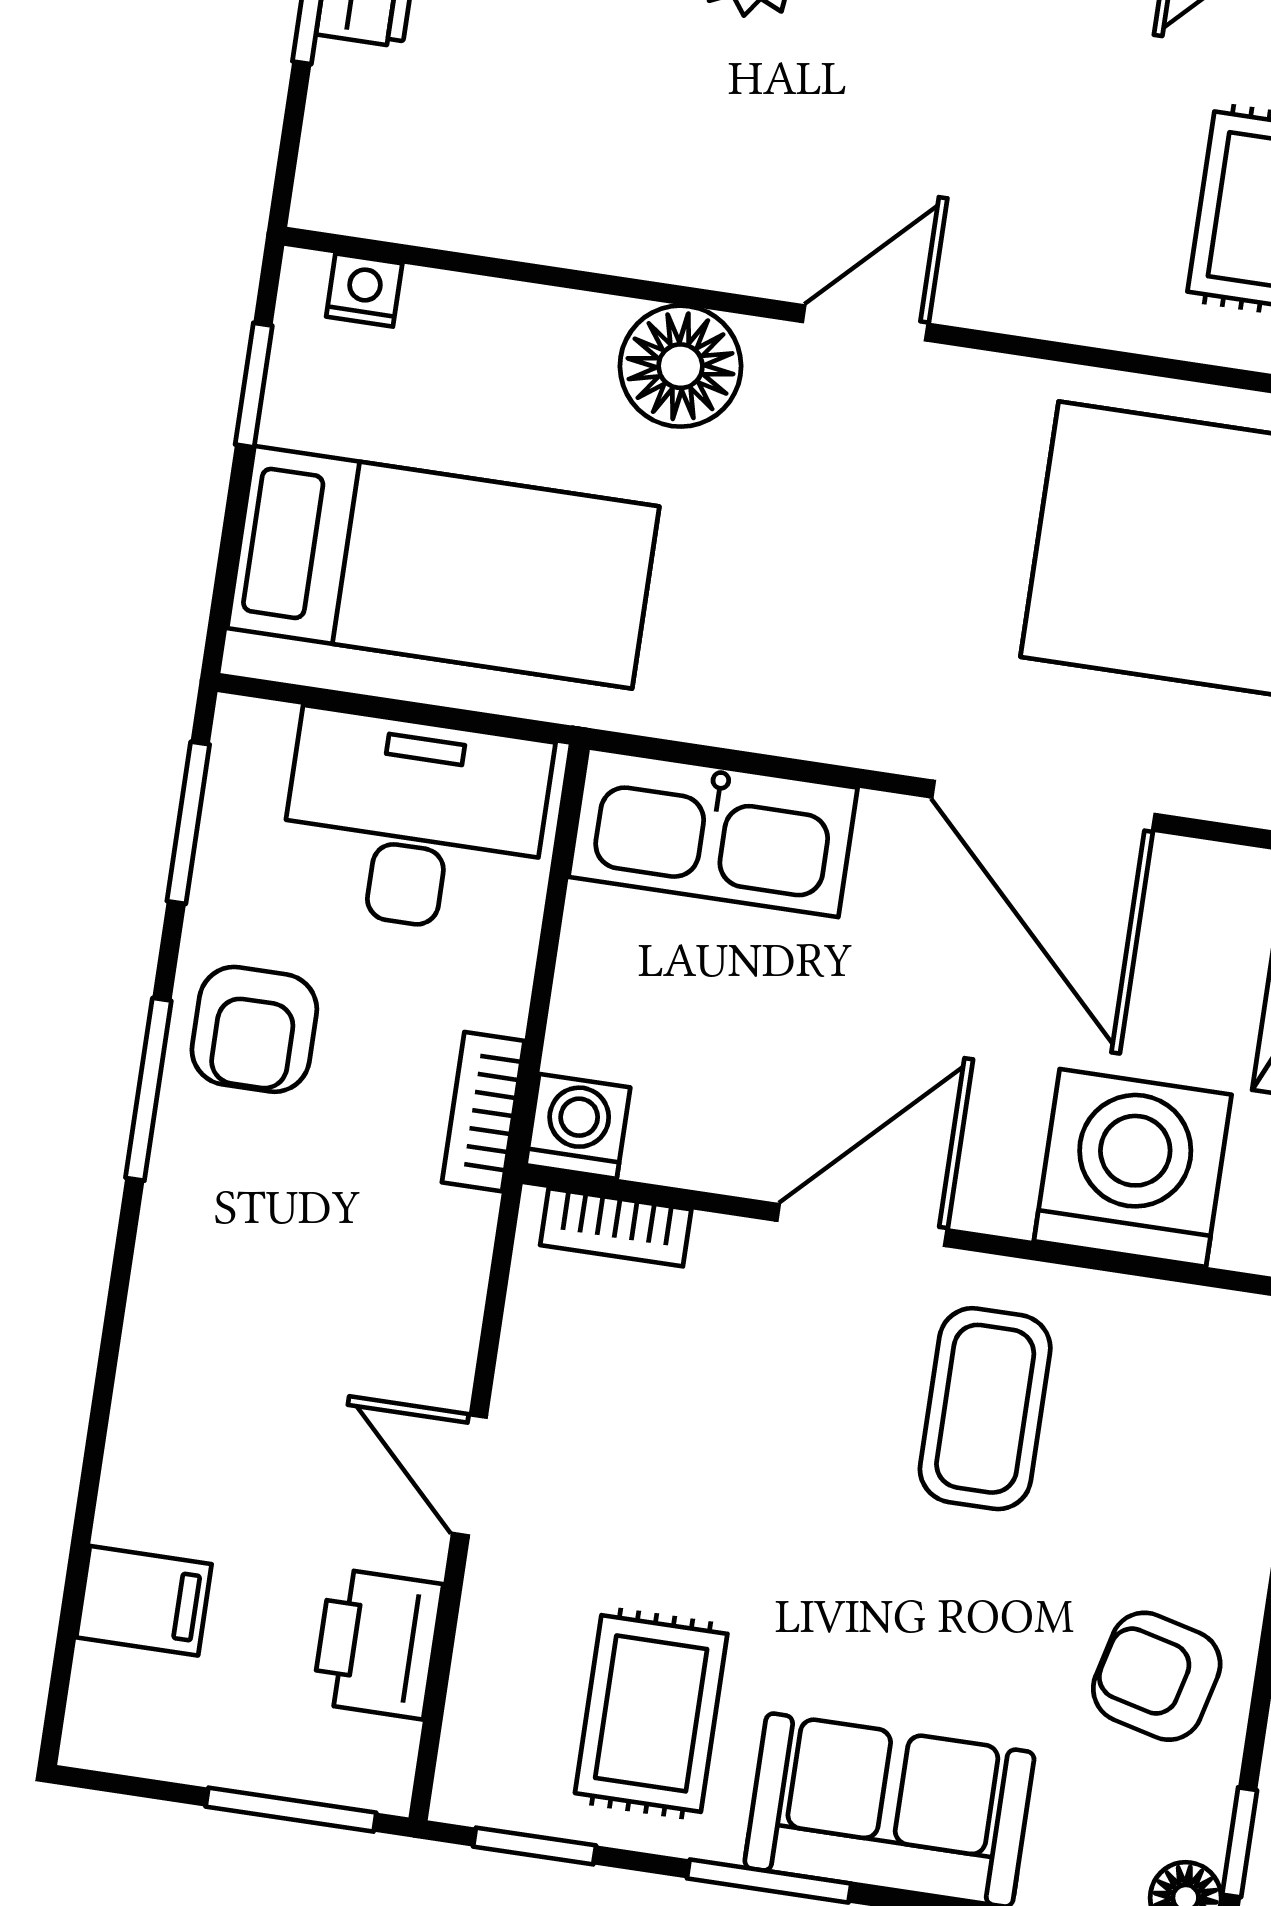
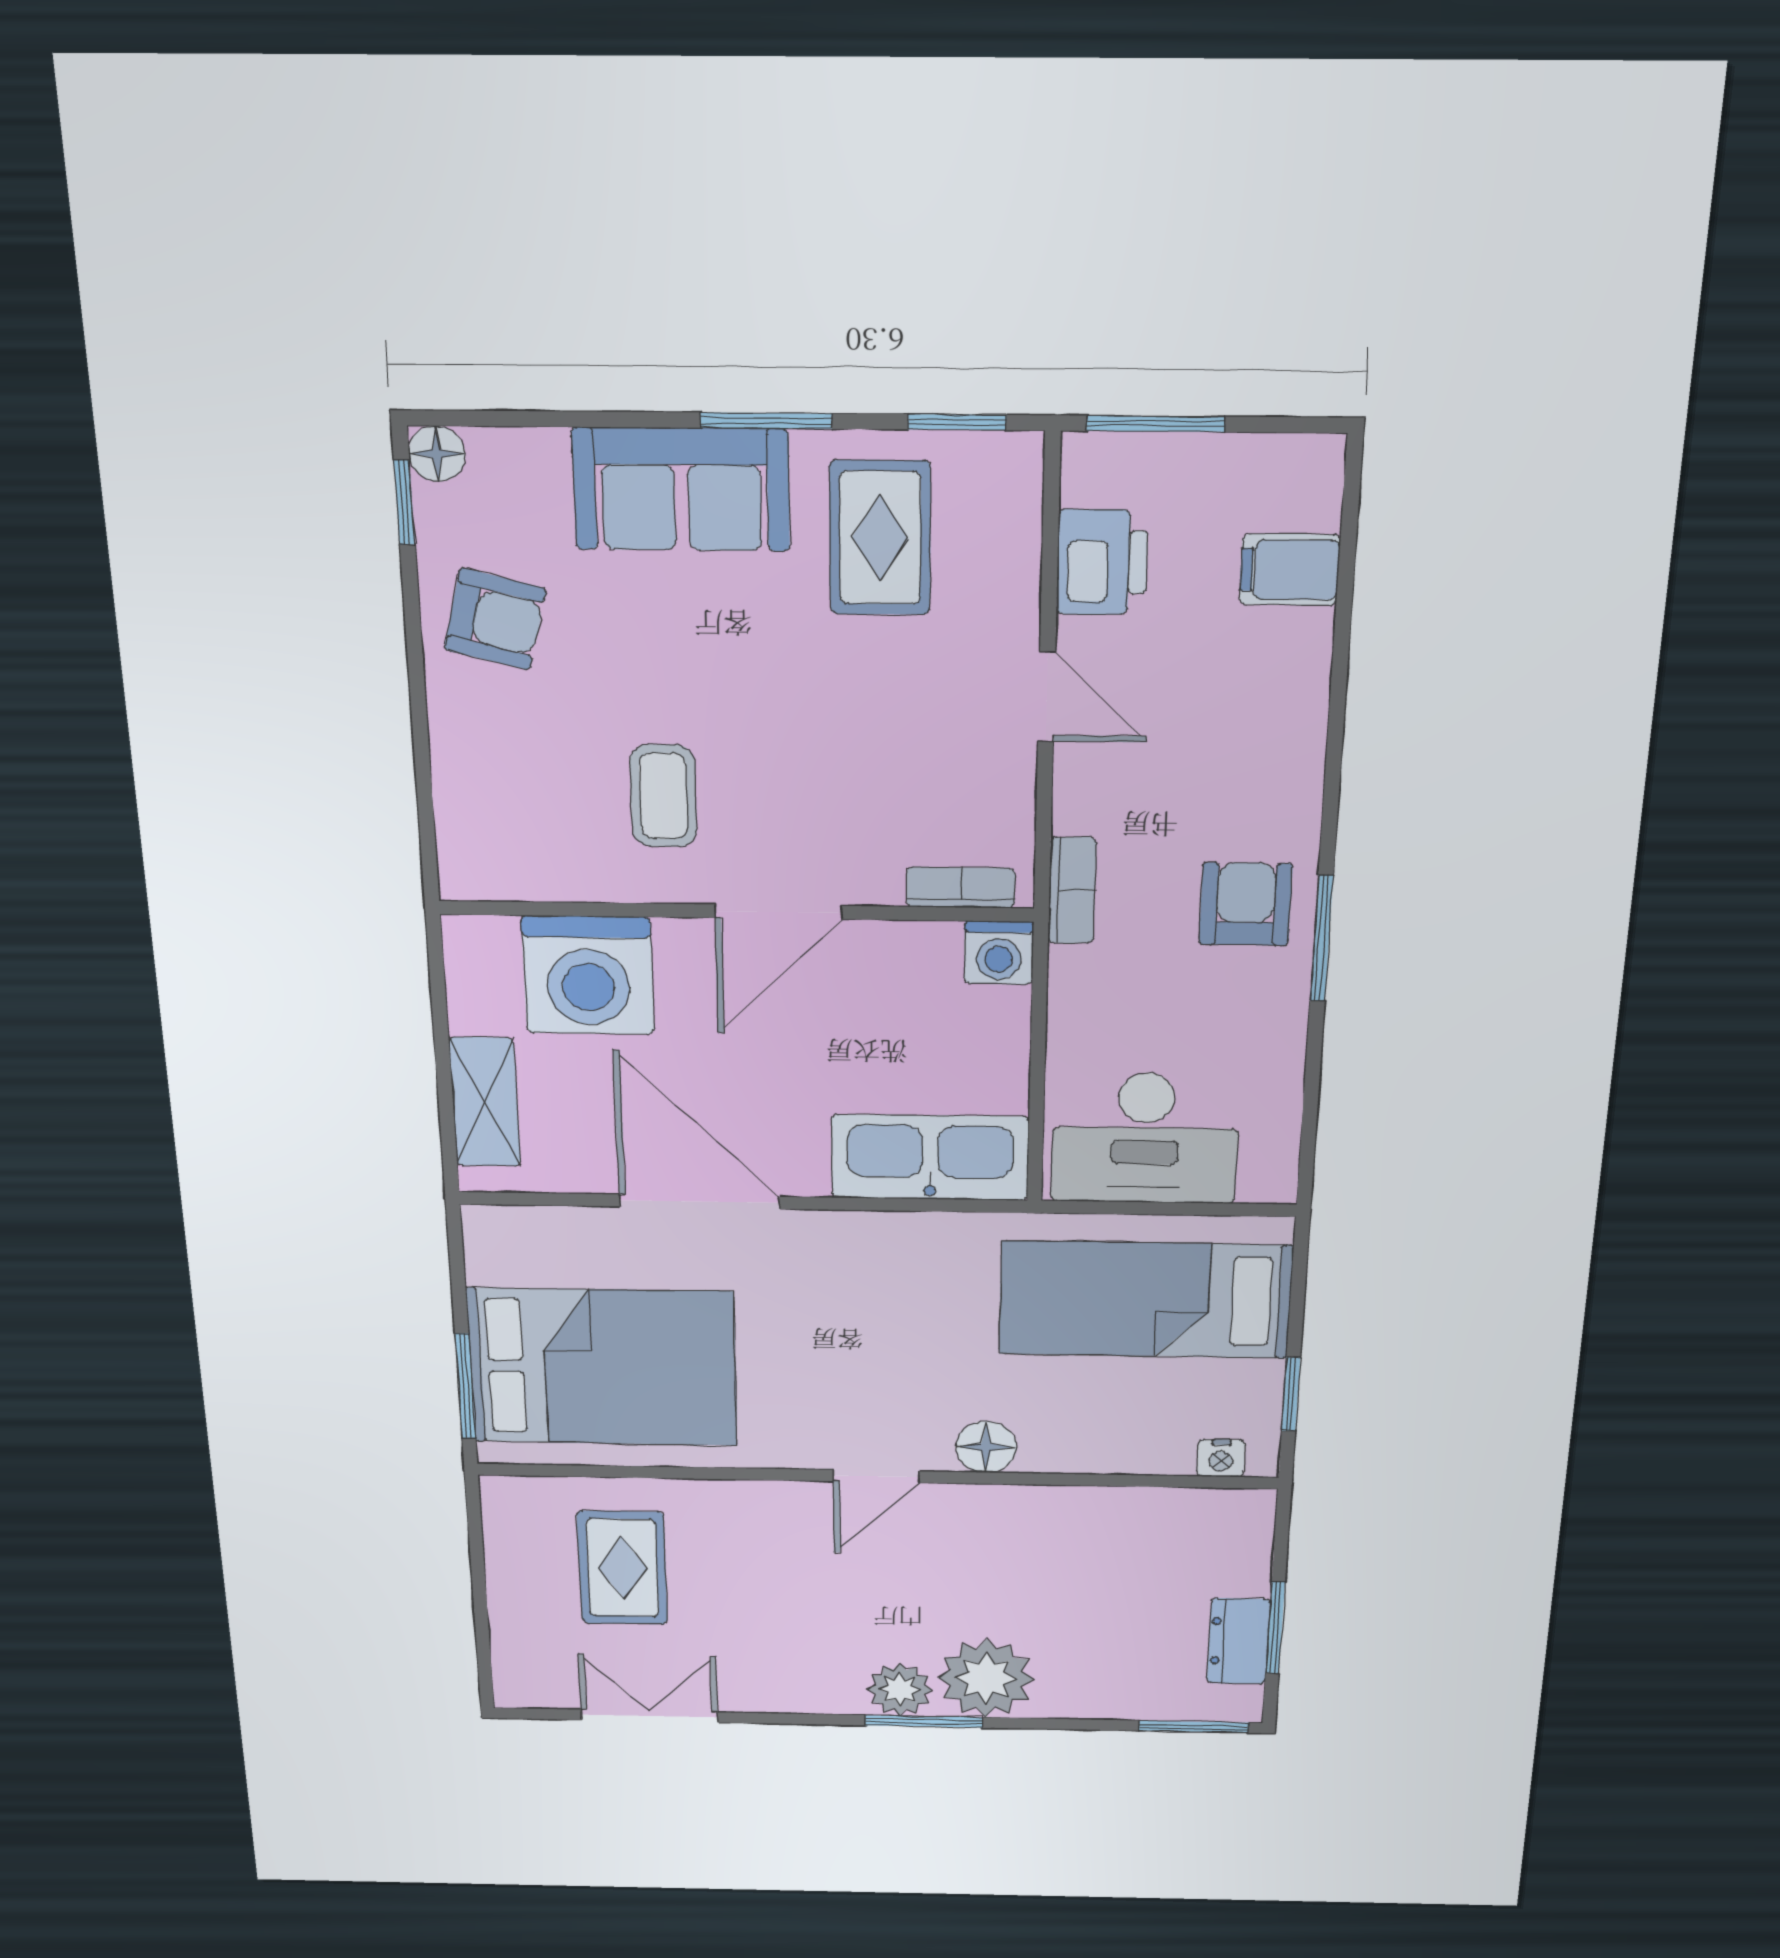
floor lamp: (681, 366) -> (986, 1447), width x0.73, depth x0.73
window: (188, 823) -> (1309, 1119), removed
armchair: (254, 1029) -> (1246, 904), moved
bookcase: (483, 1112) -> (1072, 890), moved
coffee table: (985, 1409) -> (663, 796), width x0.73, depth x0.77

